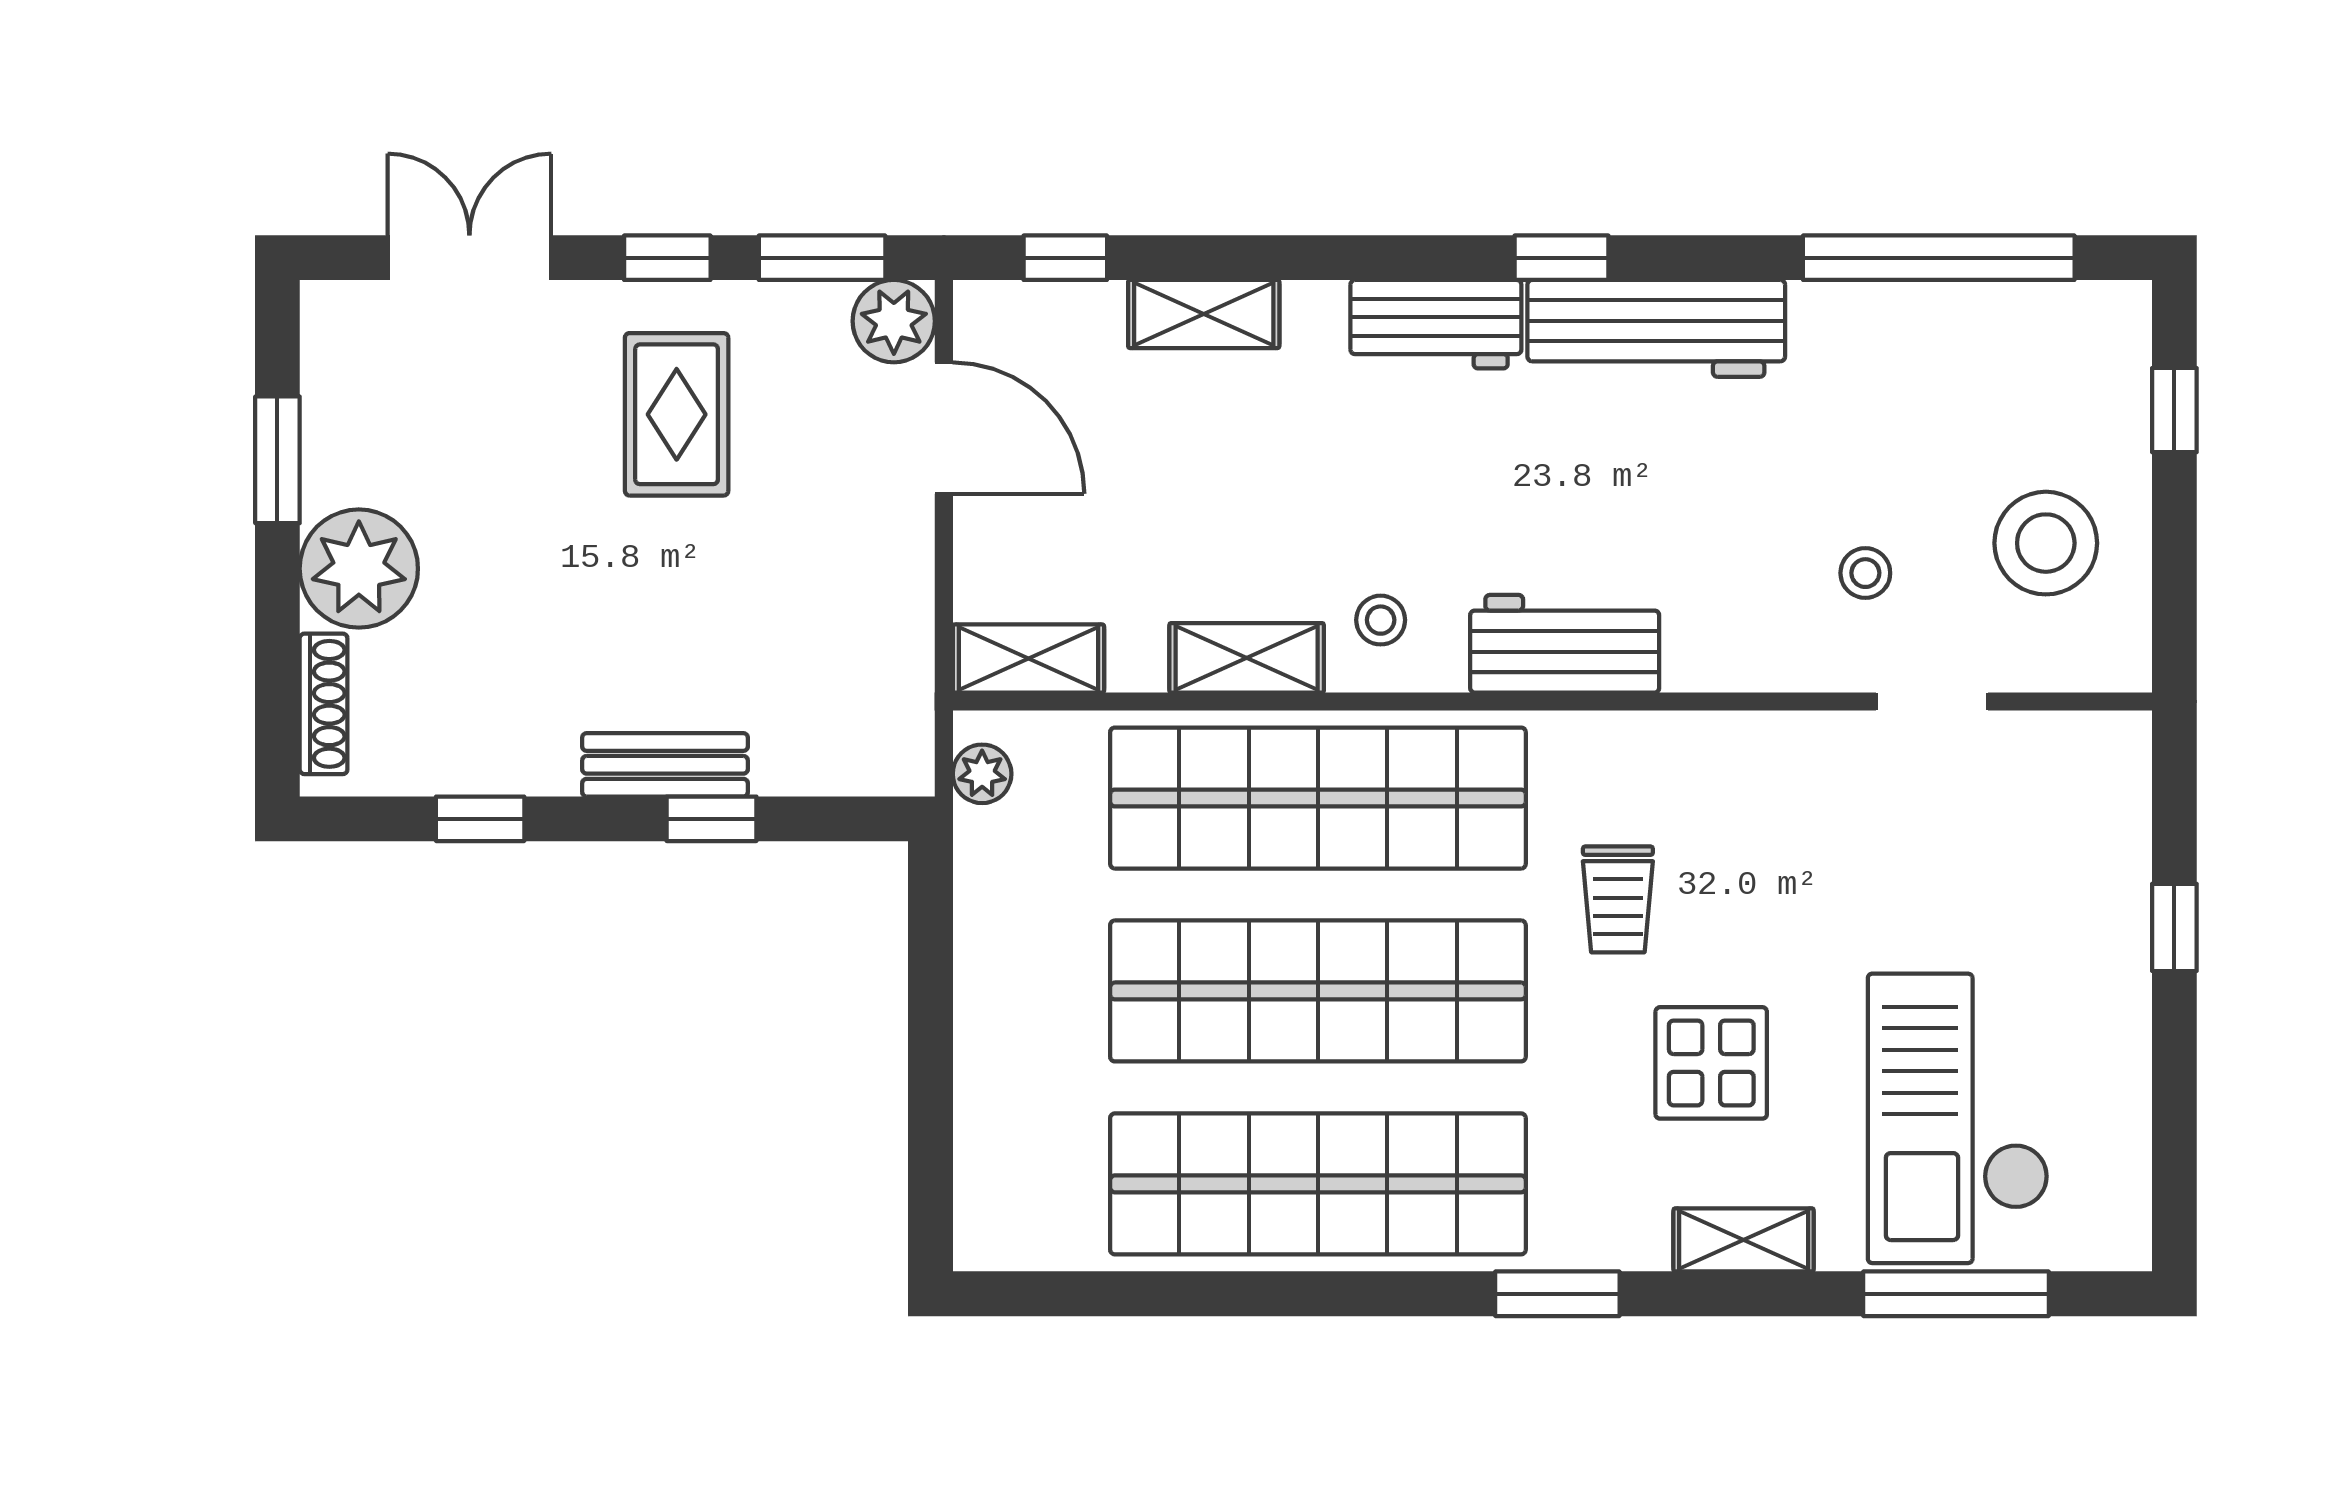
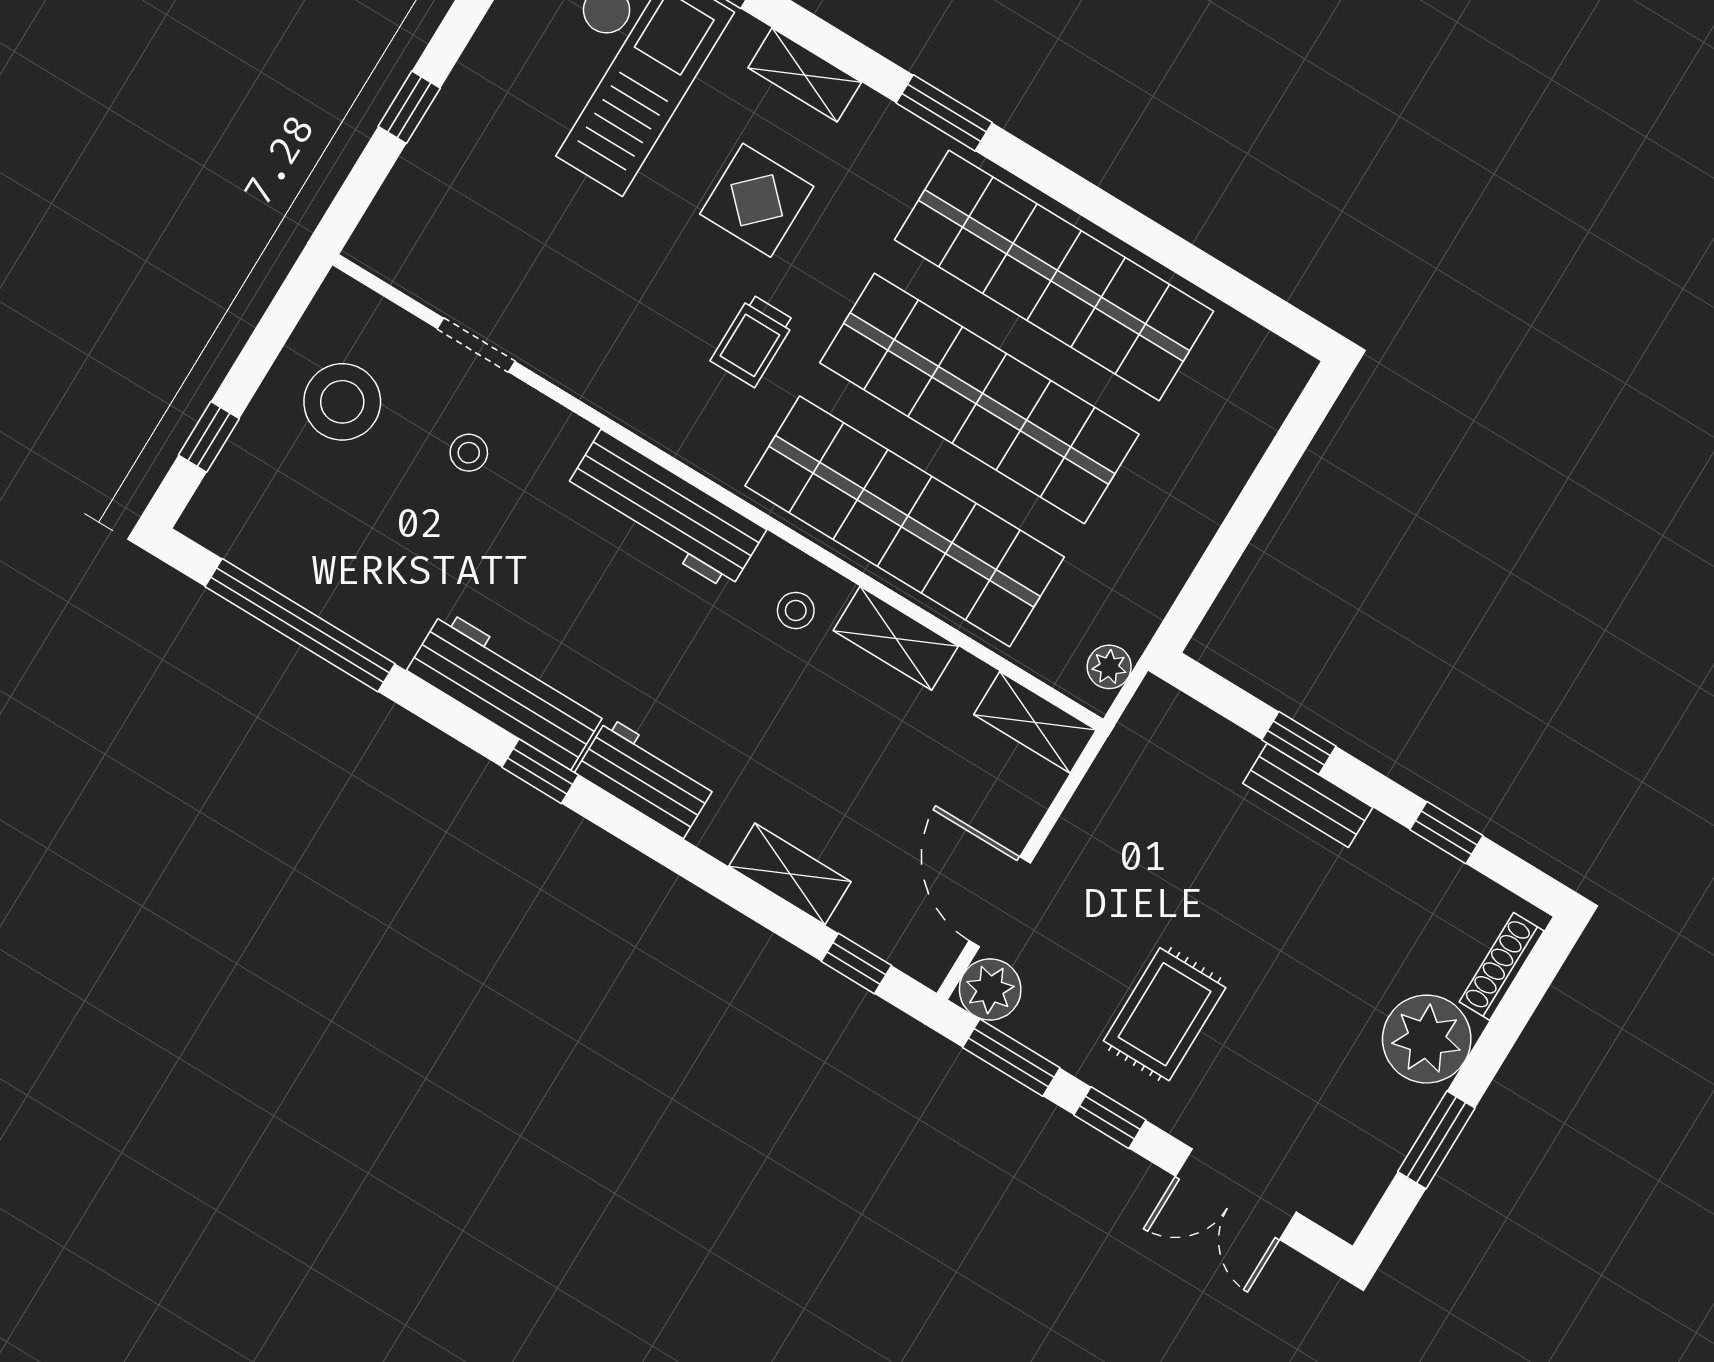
workbench: (1565, 644) -> (665, 510), width x1.38
trolley: (1618, 899) -> (753, 341), turned 180

